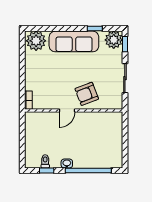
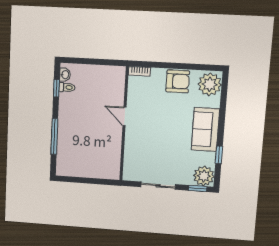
sofa: (74, 41) -> (205, 129), width x0.73
armchair: (87, 94) -> (178, 81), moved, turned 111
washbasin: (67, 164) -> (65, 75), moved
window: (88, 170) -> (54, 137), width x0.68

